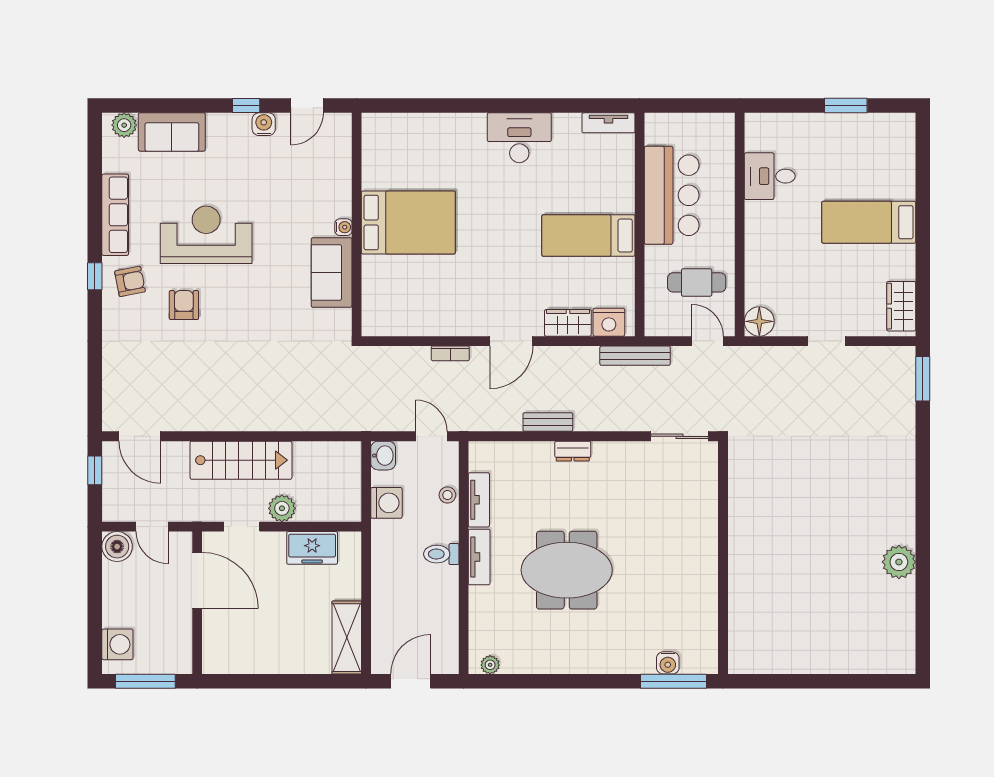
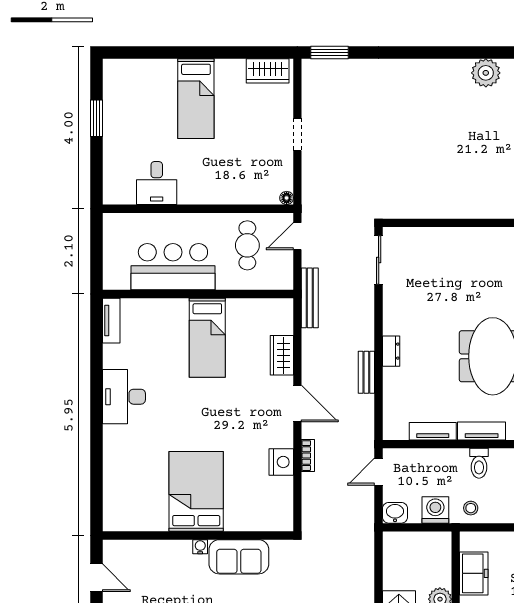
floor lamp: (759, 321) -> (287, 198), width x0.53, depth x0.53
nightstand: (609, 322) -> (281, 462), moved
stool: (447, 495) -> (471, 508), moved

